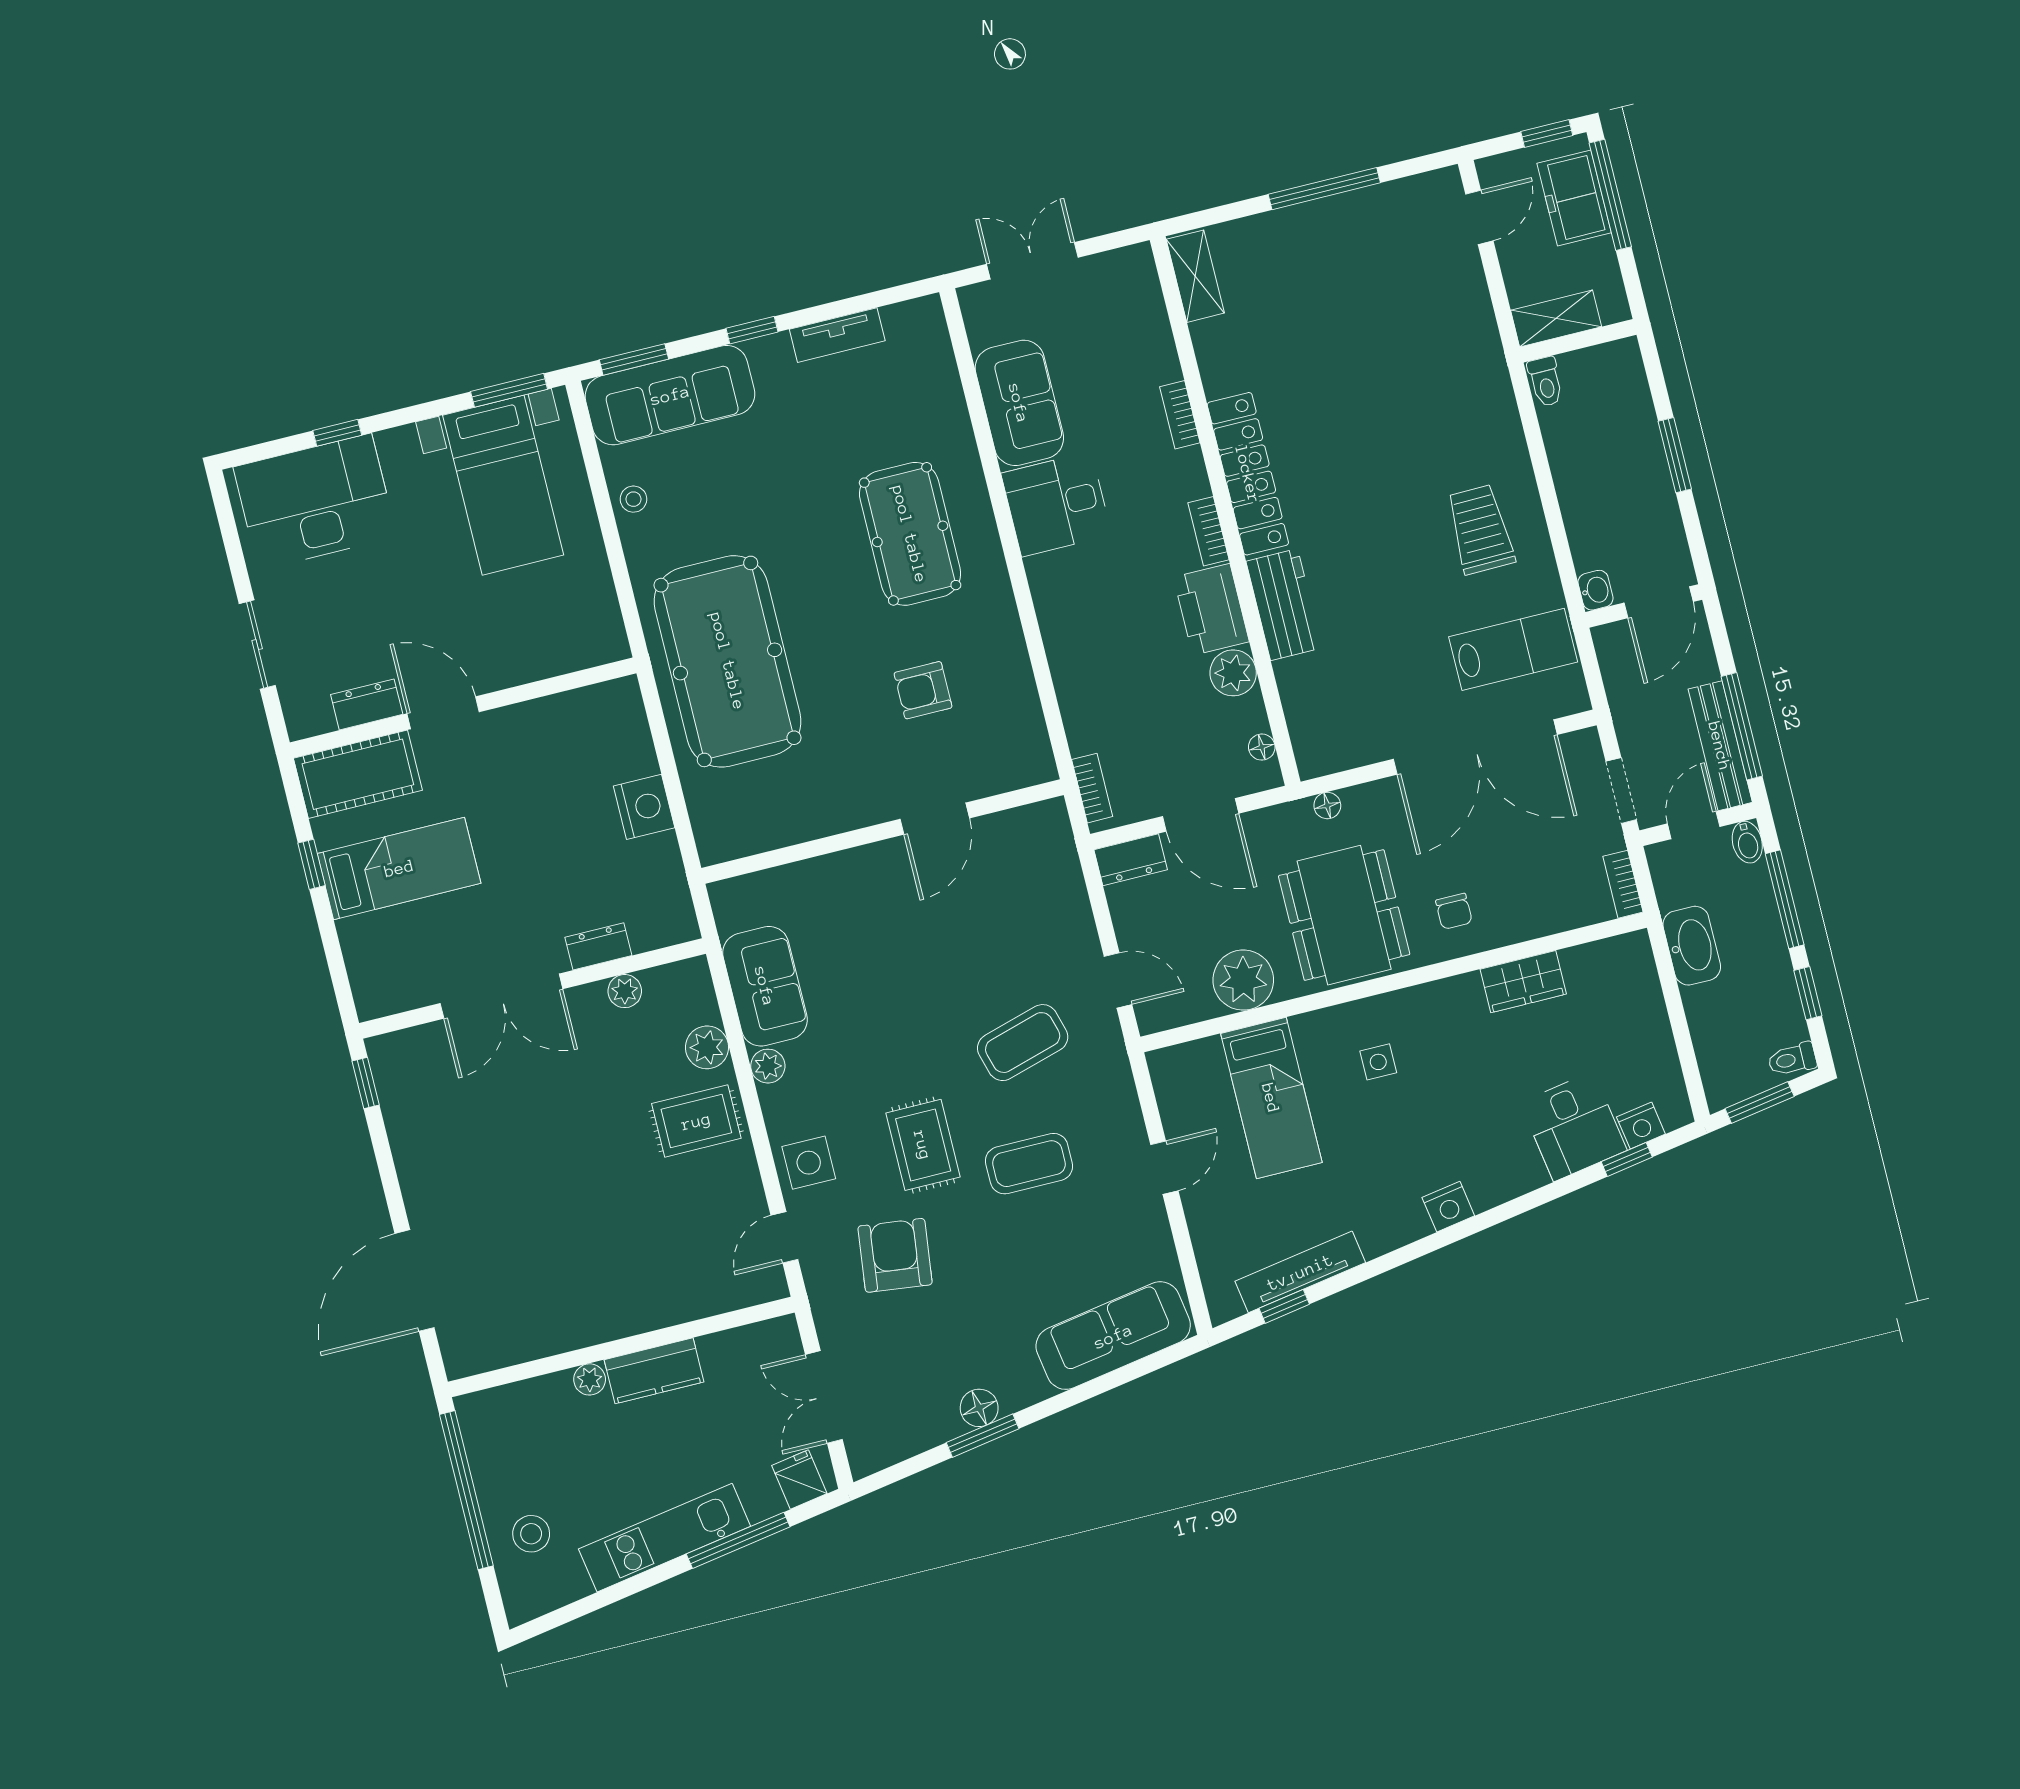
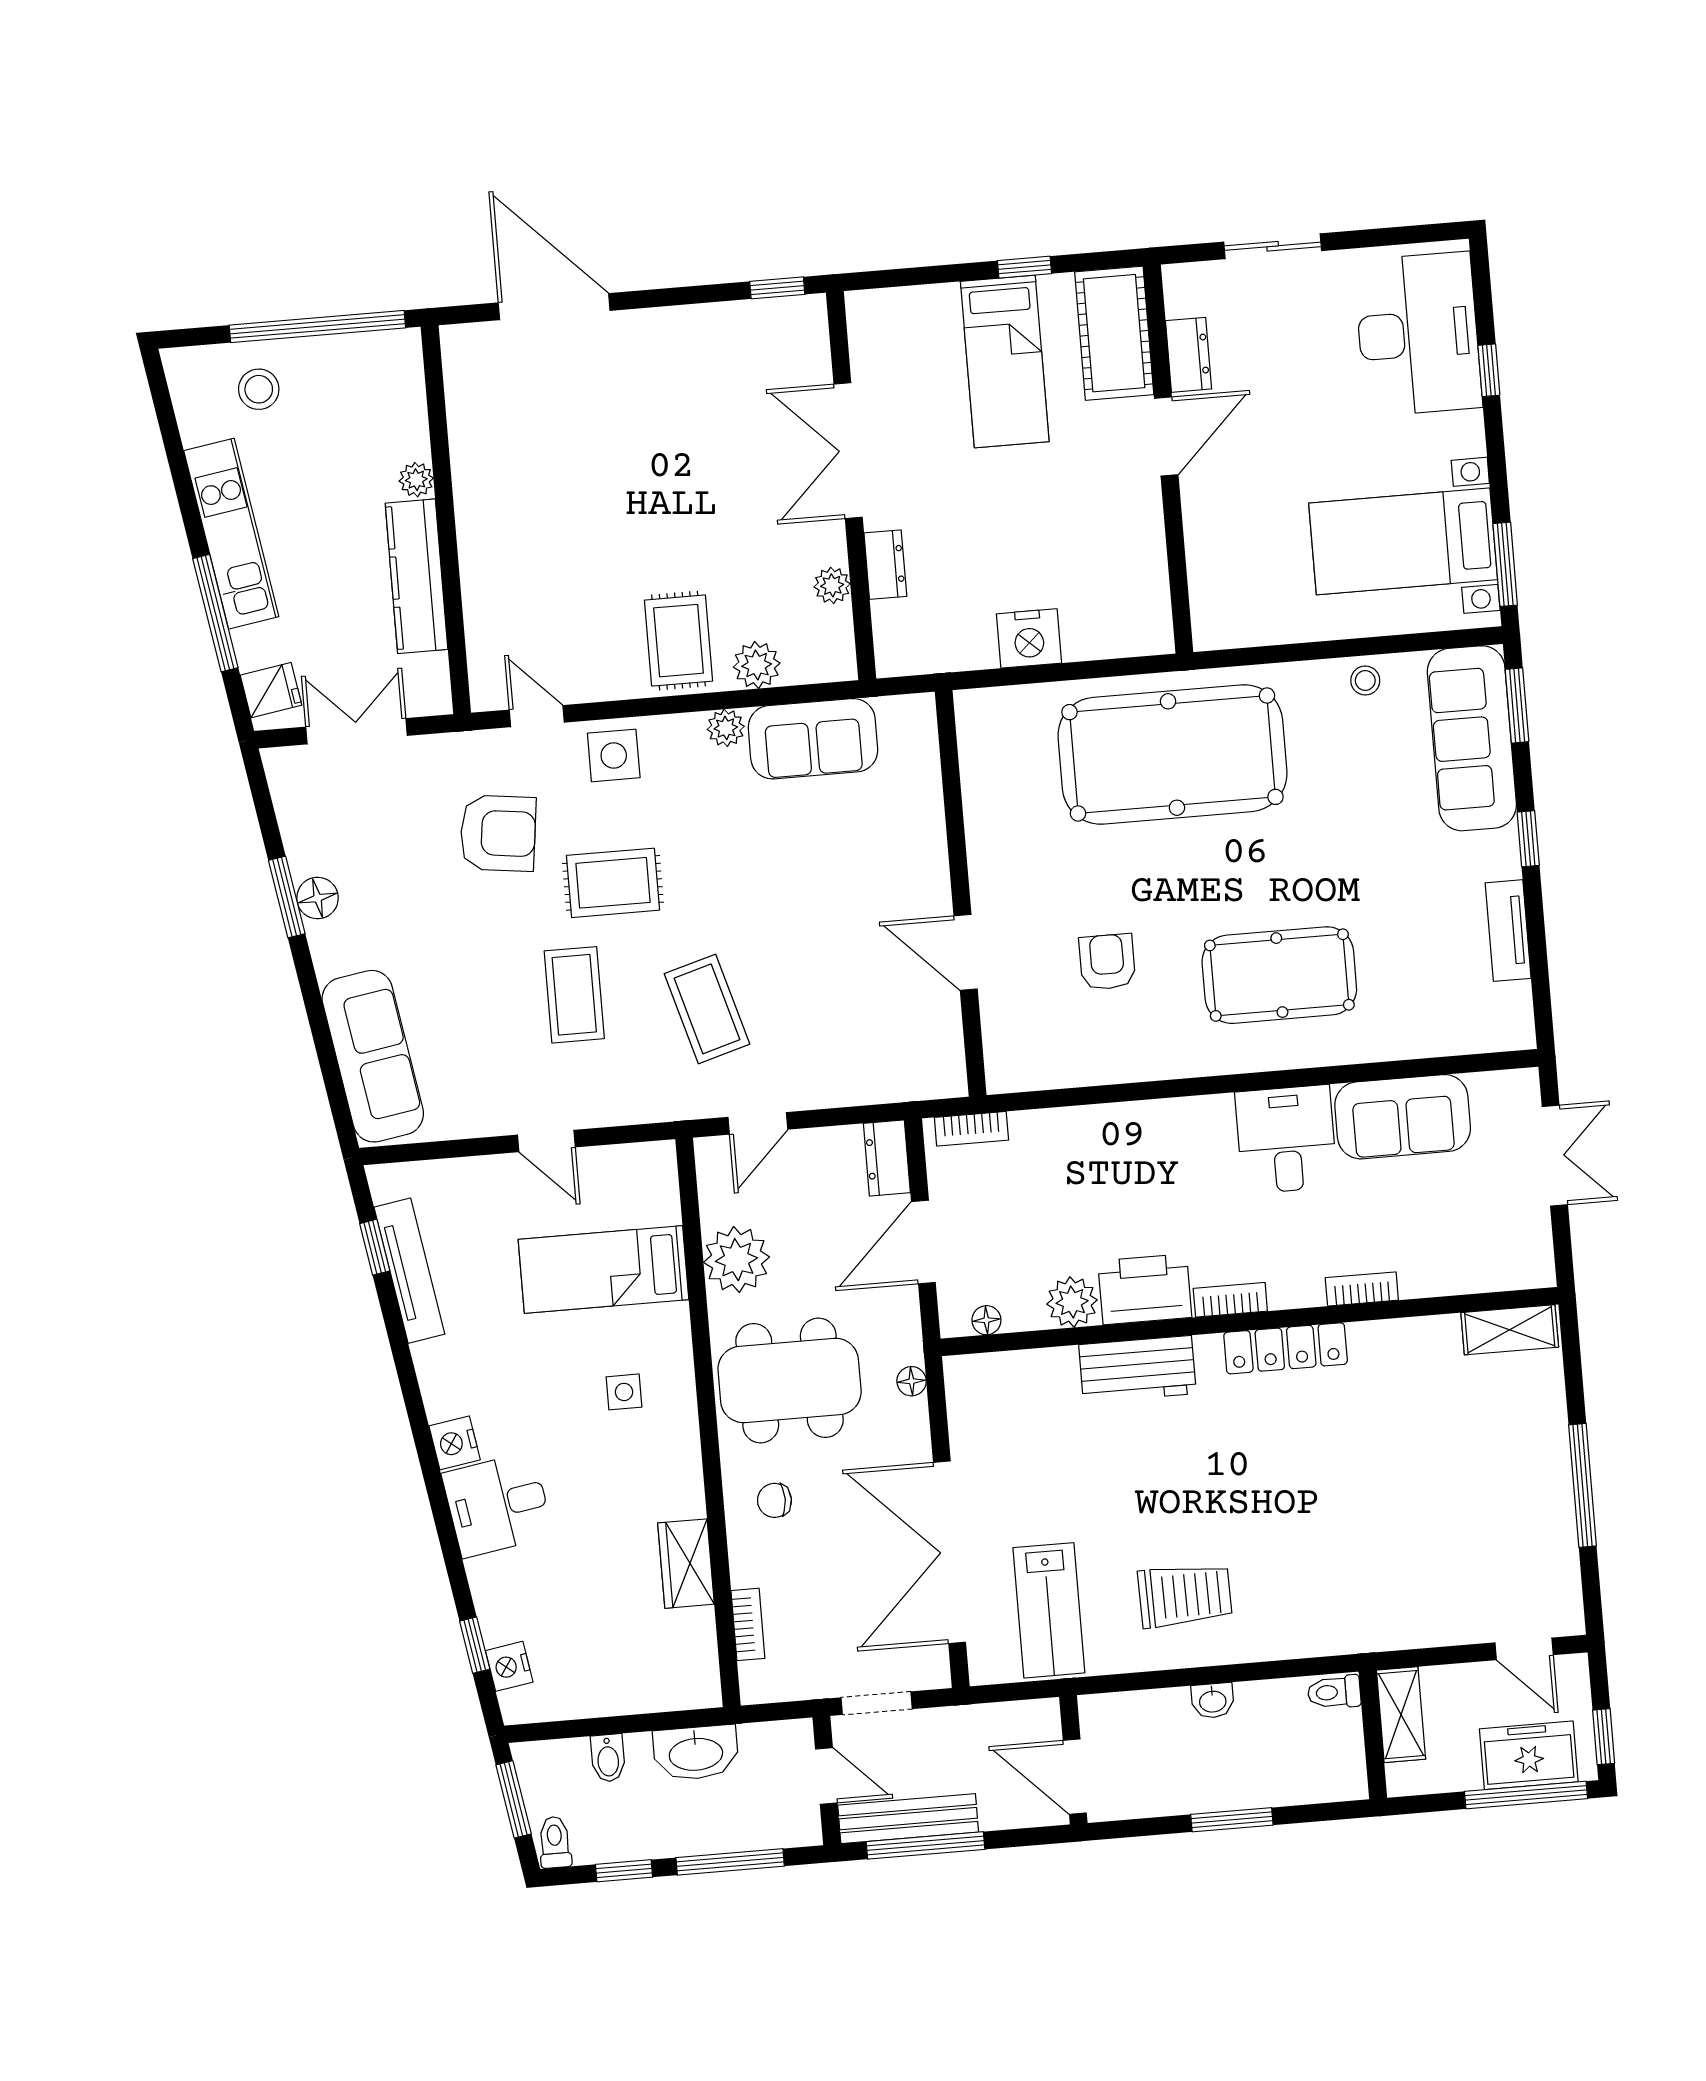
locker: (1248, 474) -> (1286, 1348), width x0.71, depth x0.83
washbasin: (1596, 590) -> (1213, 1701), moved
bidet: (1747, 842) -> (608, 1758), moved, turned -90
bookcase: (1623, 884) -> (748, 1624), moved, turned 90
desk: (1573, 1127) -> (498, 1505), moved
kitchen counter: (654, 1371) -> (417, 576), width x1.50

